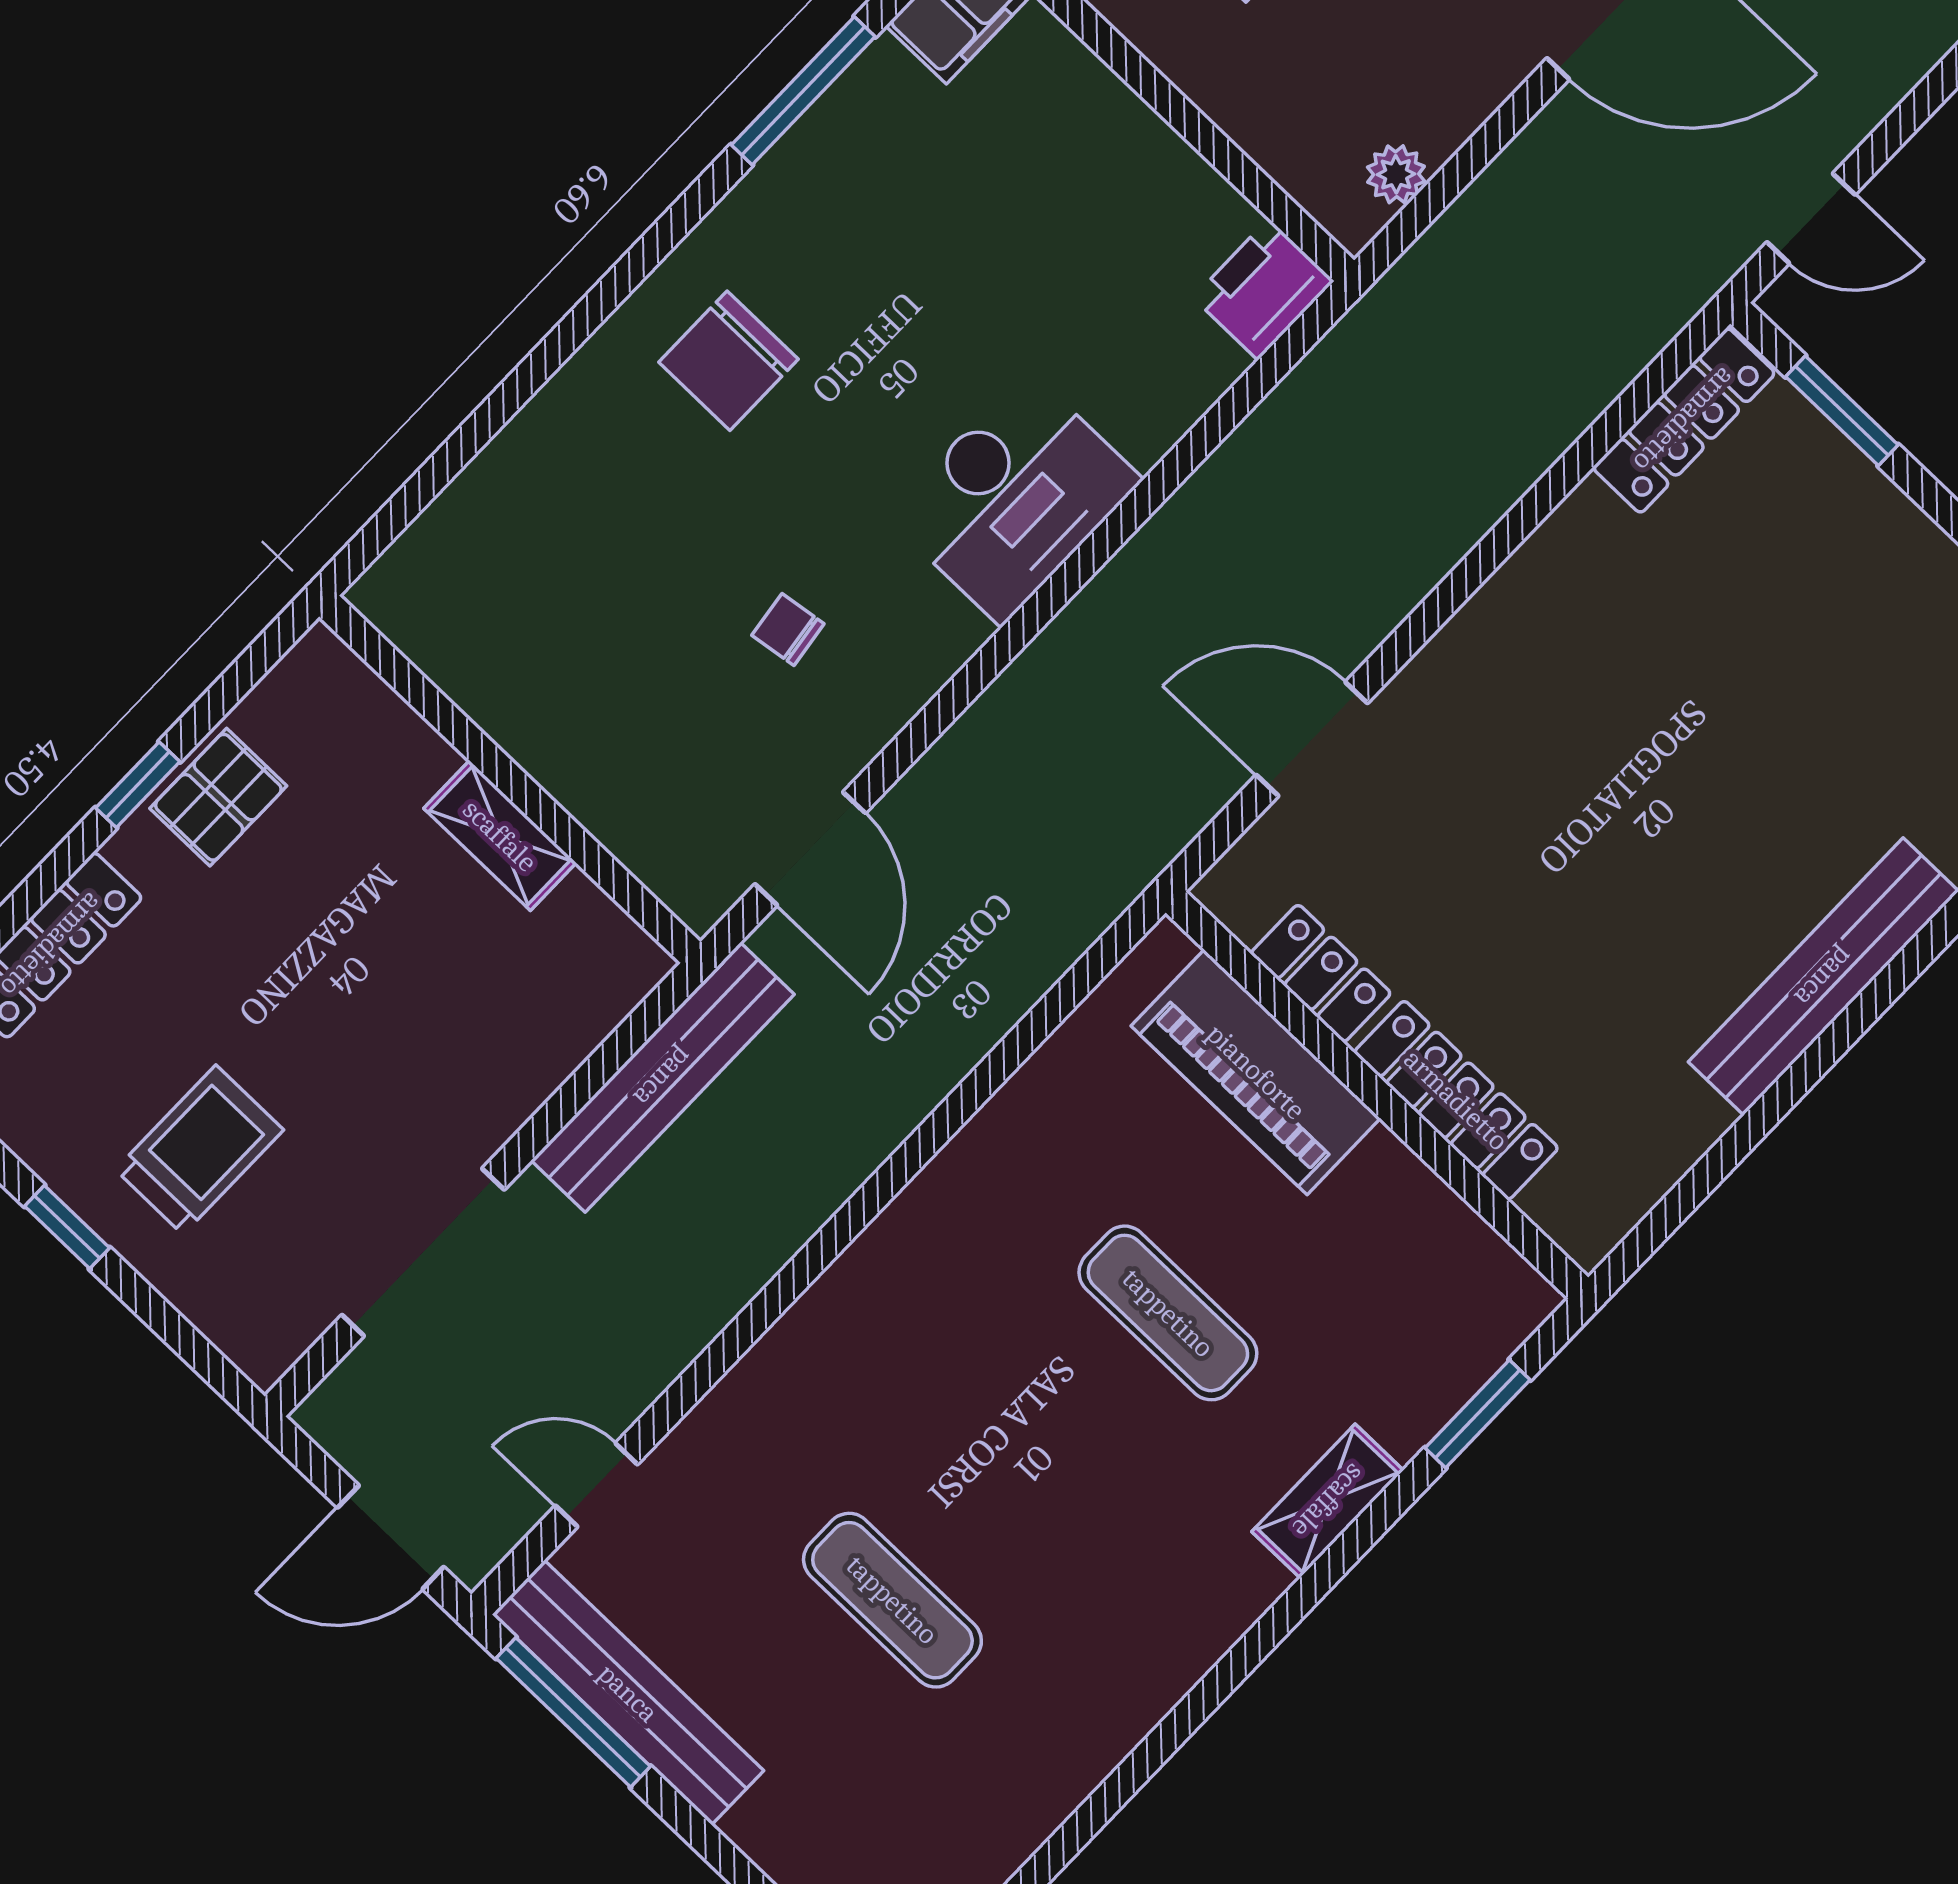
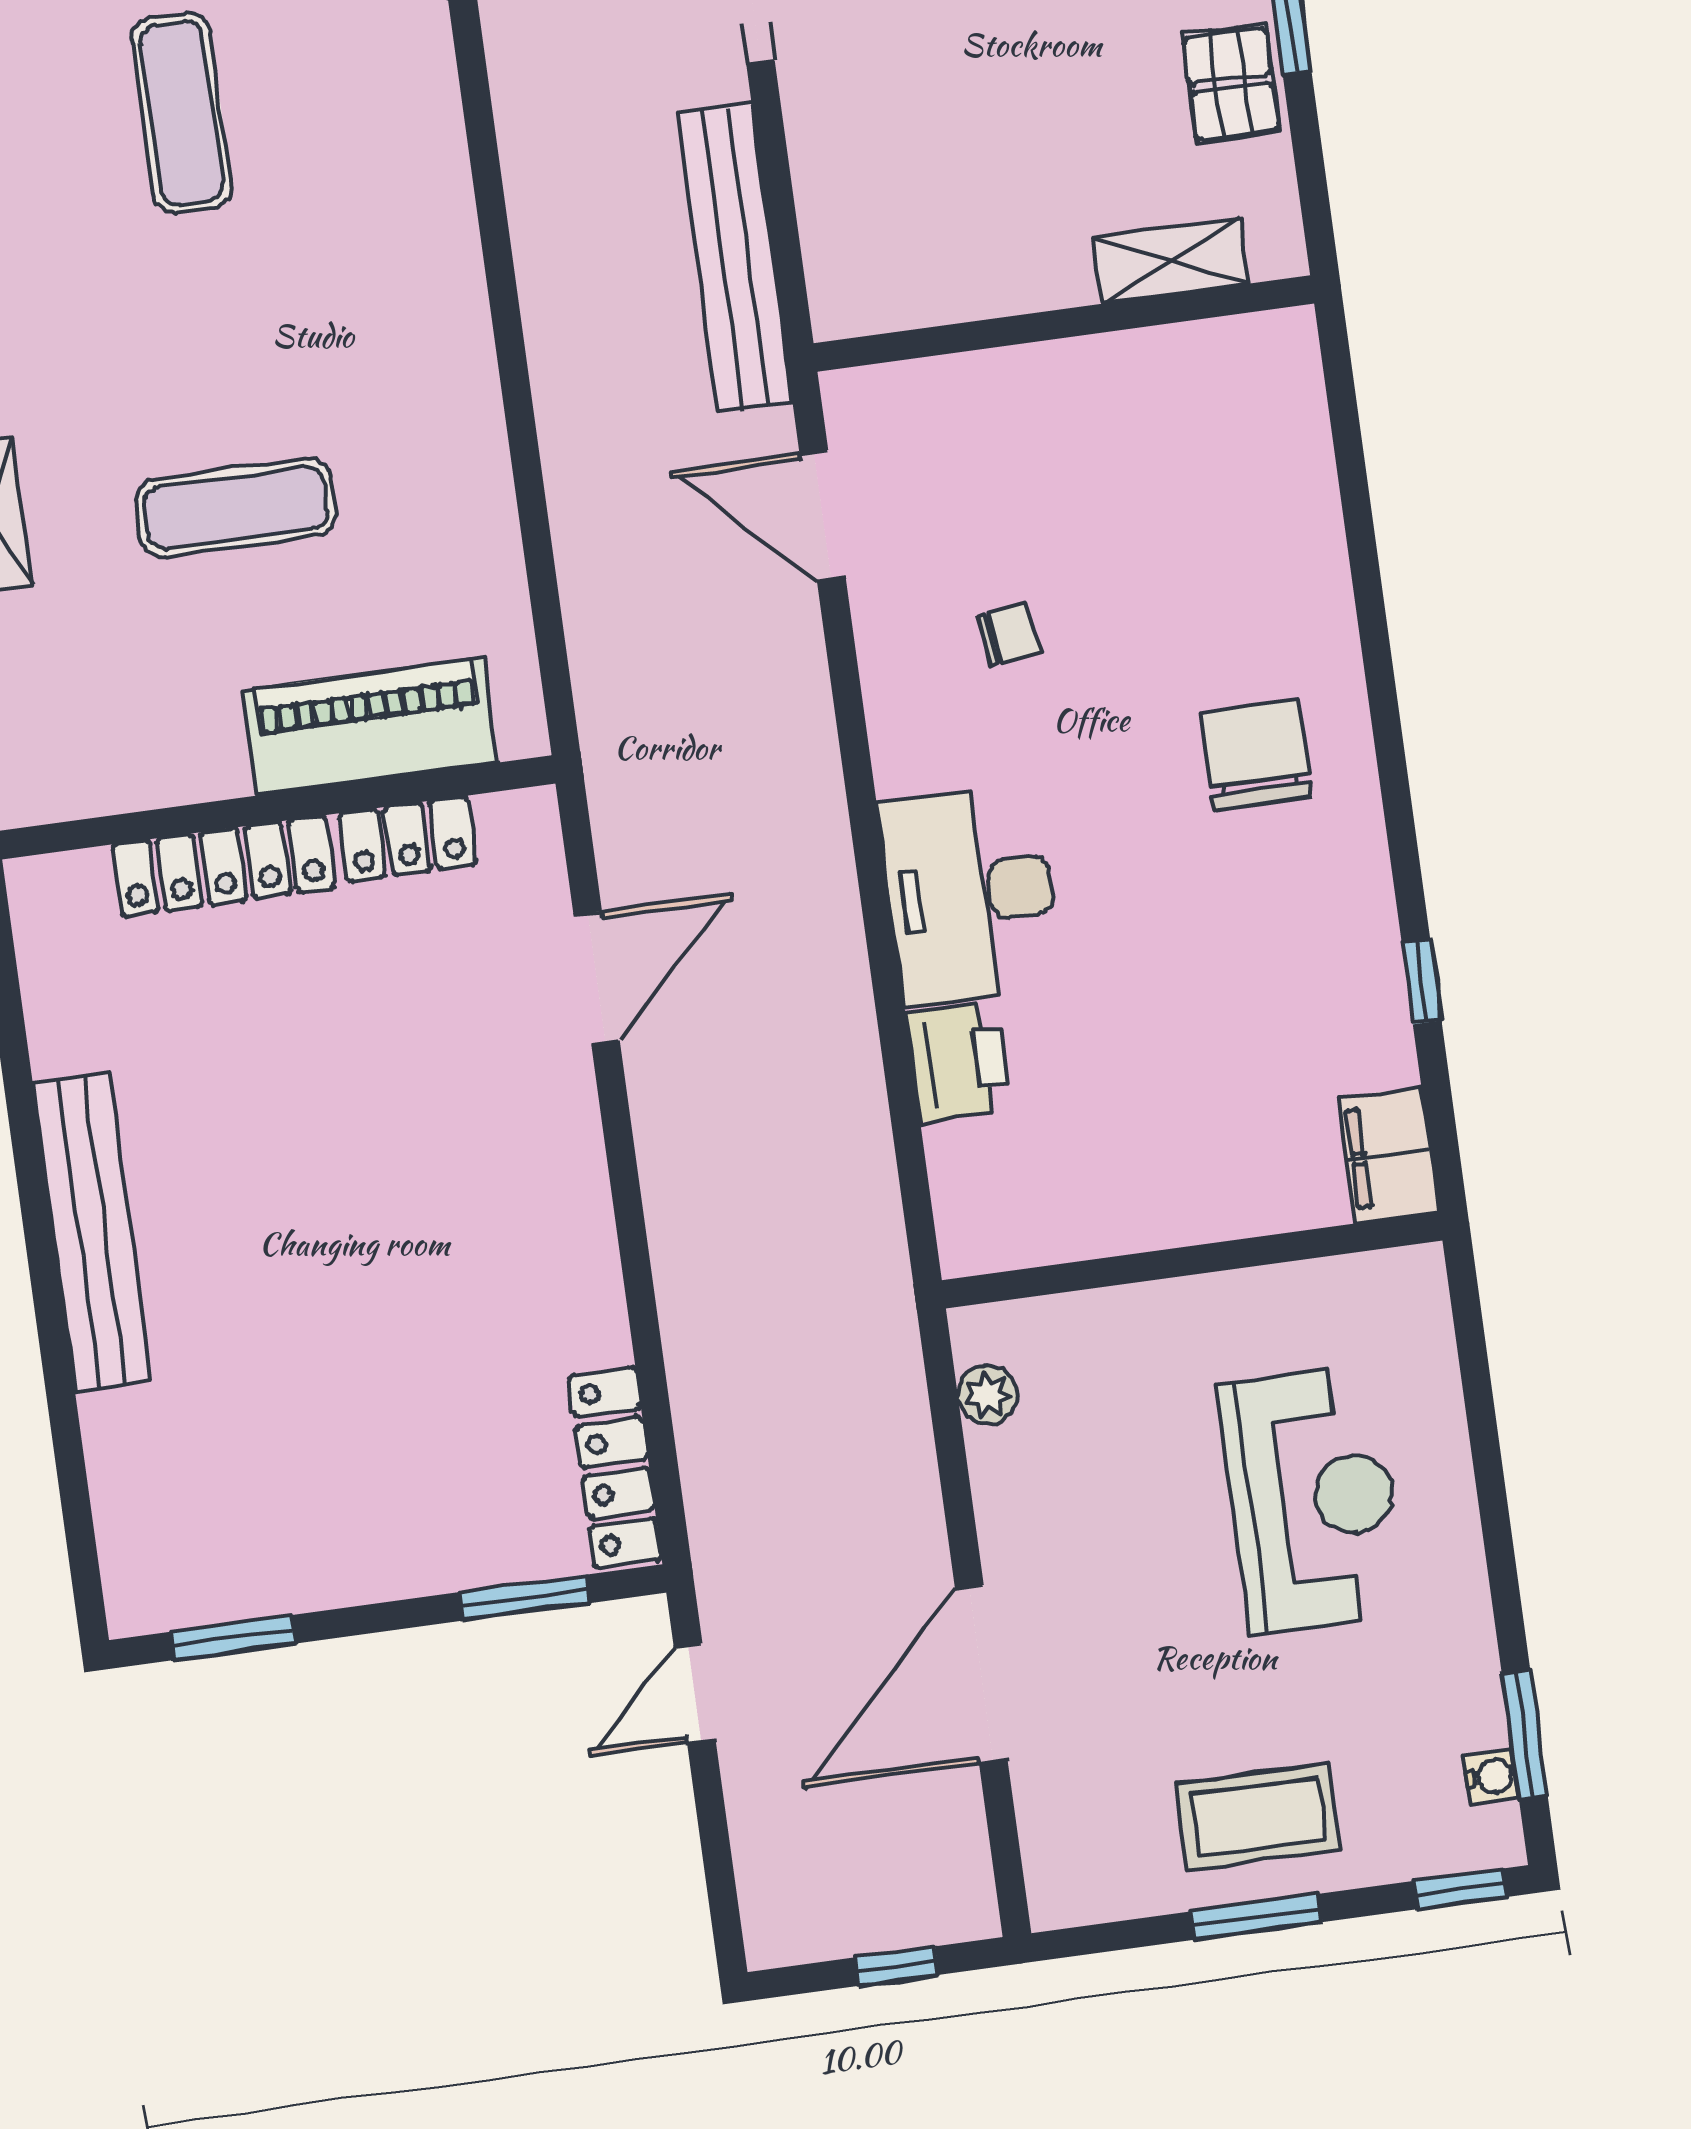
window: (803, 91) -> (1422, 982), width x0.46
printer: (1263, 289) -> (958, 1062), moved
shelving: (500, 836) -> (1171, 261), moved
exercise mat: (892, 1600) -> (182, 113), turned 90

